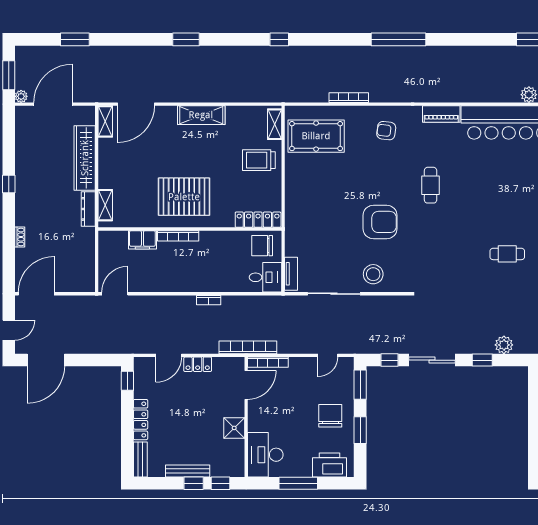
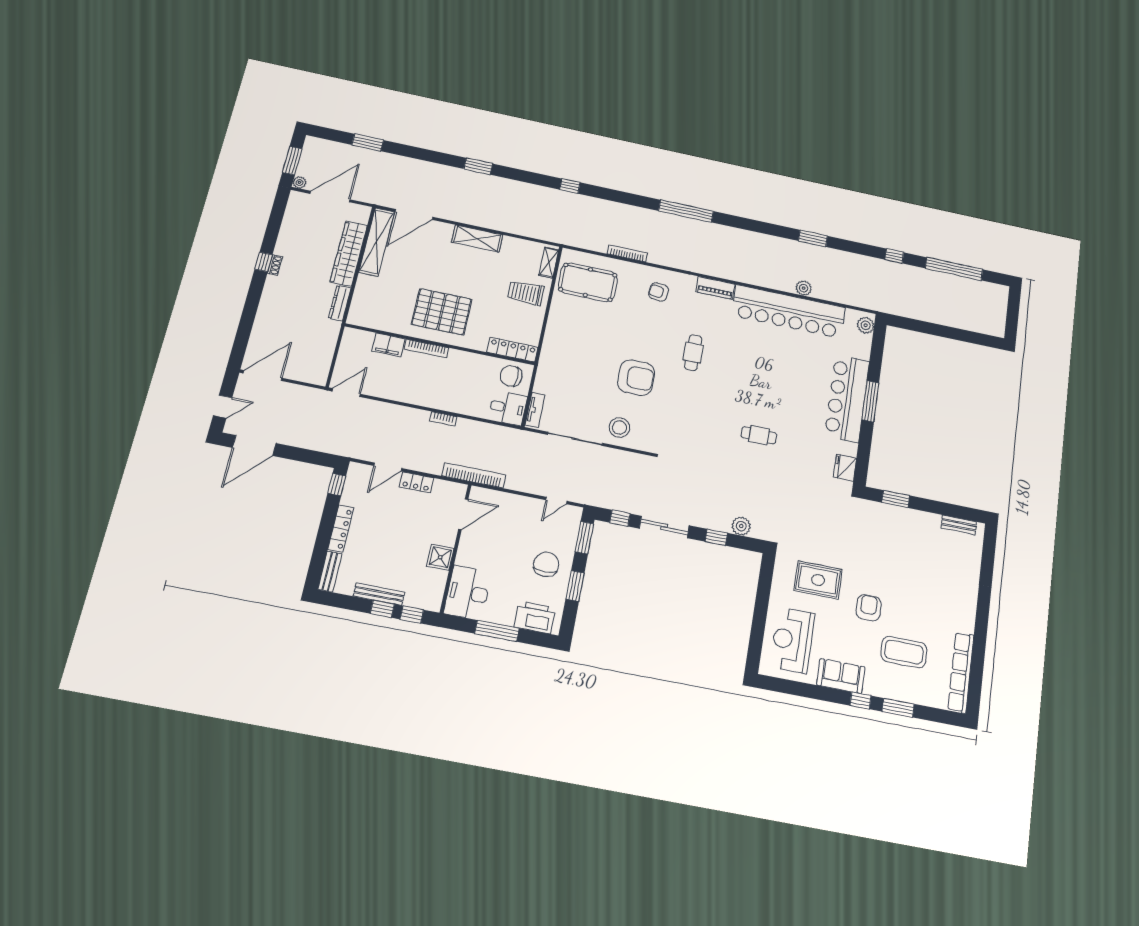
shelving: (105, 121) -> (377, 242), width x2.20, depth x1.33
shelving: (105, 205) -> (358, 303), removed
shoe rack: (20, 237) -> (275, 265), moved
bookcase: (268, 362) -> (492, 495), removed

